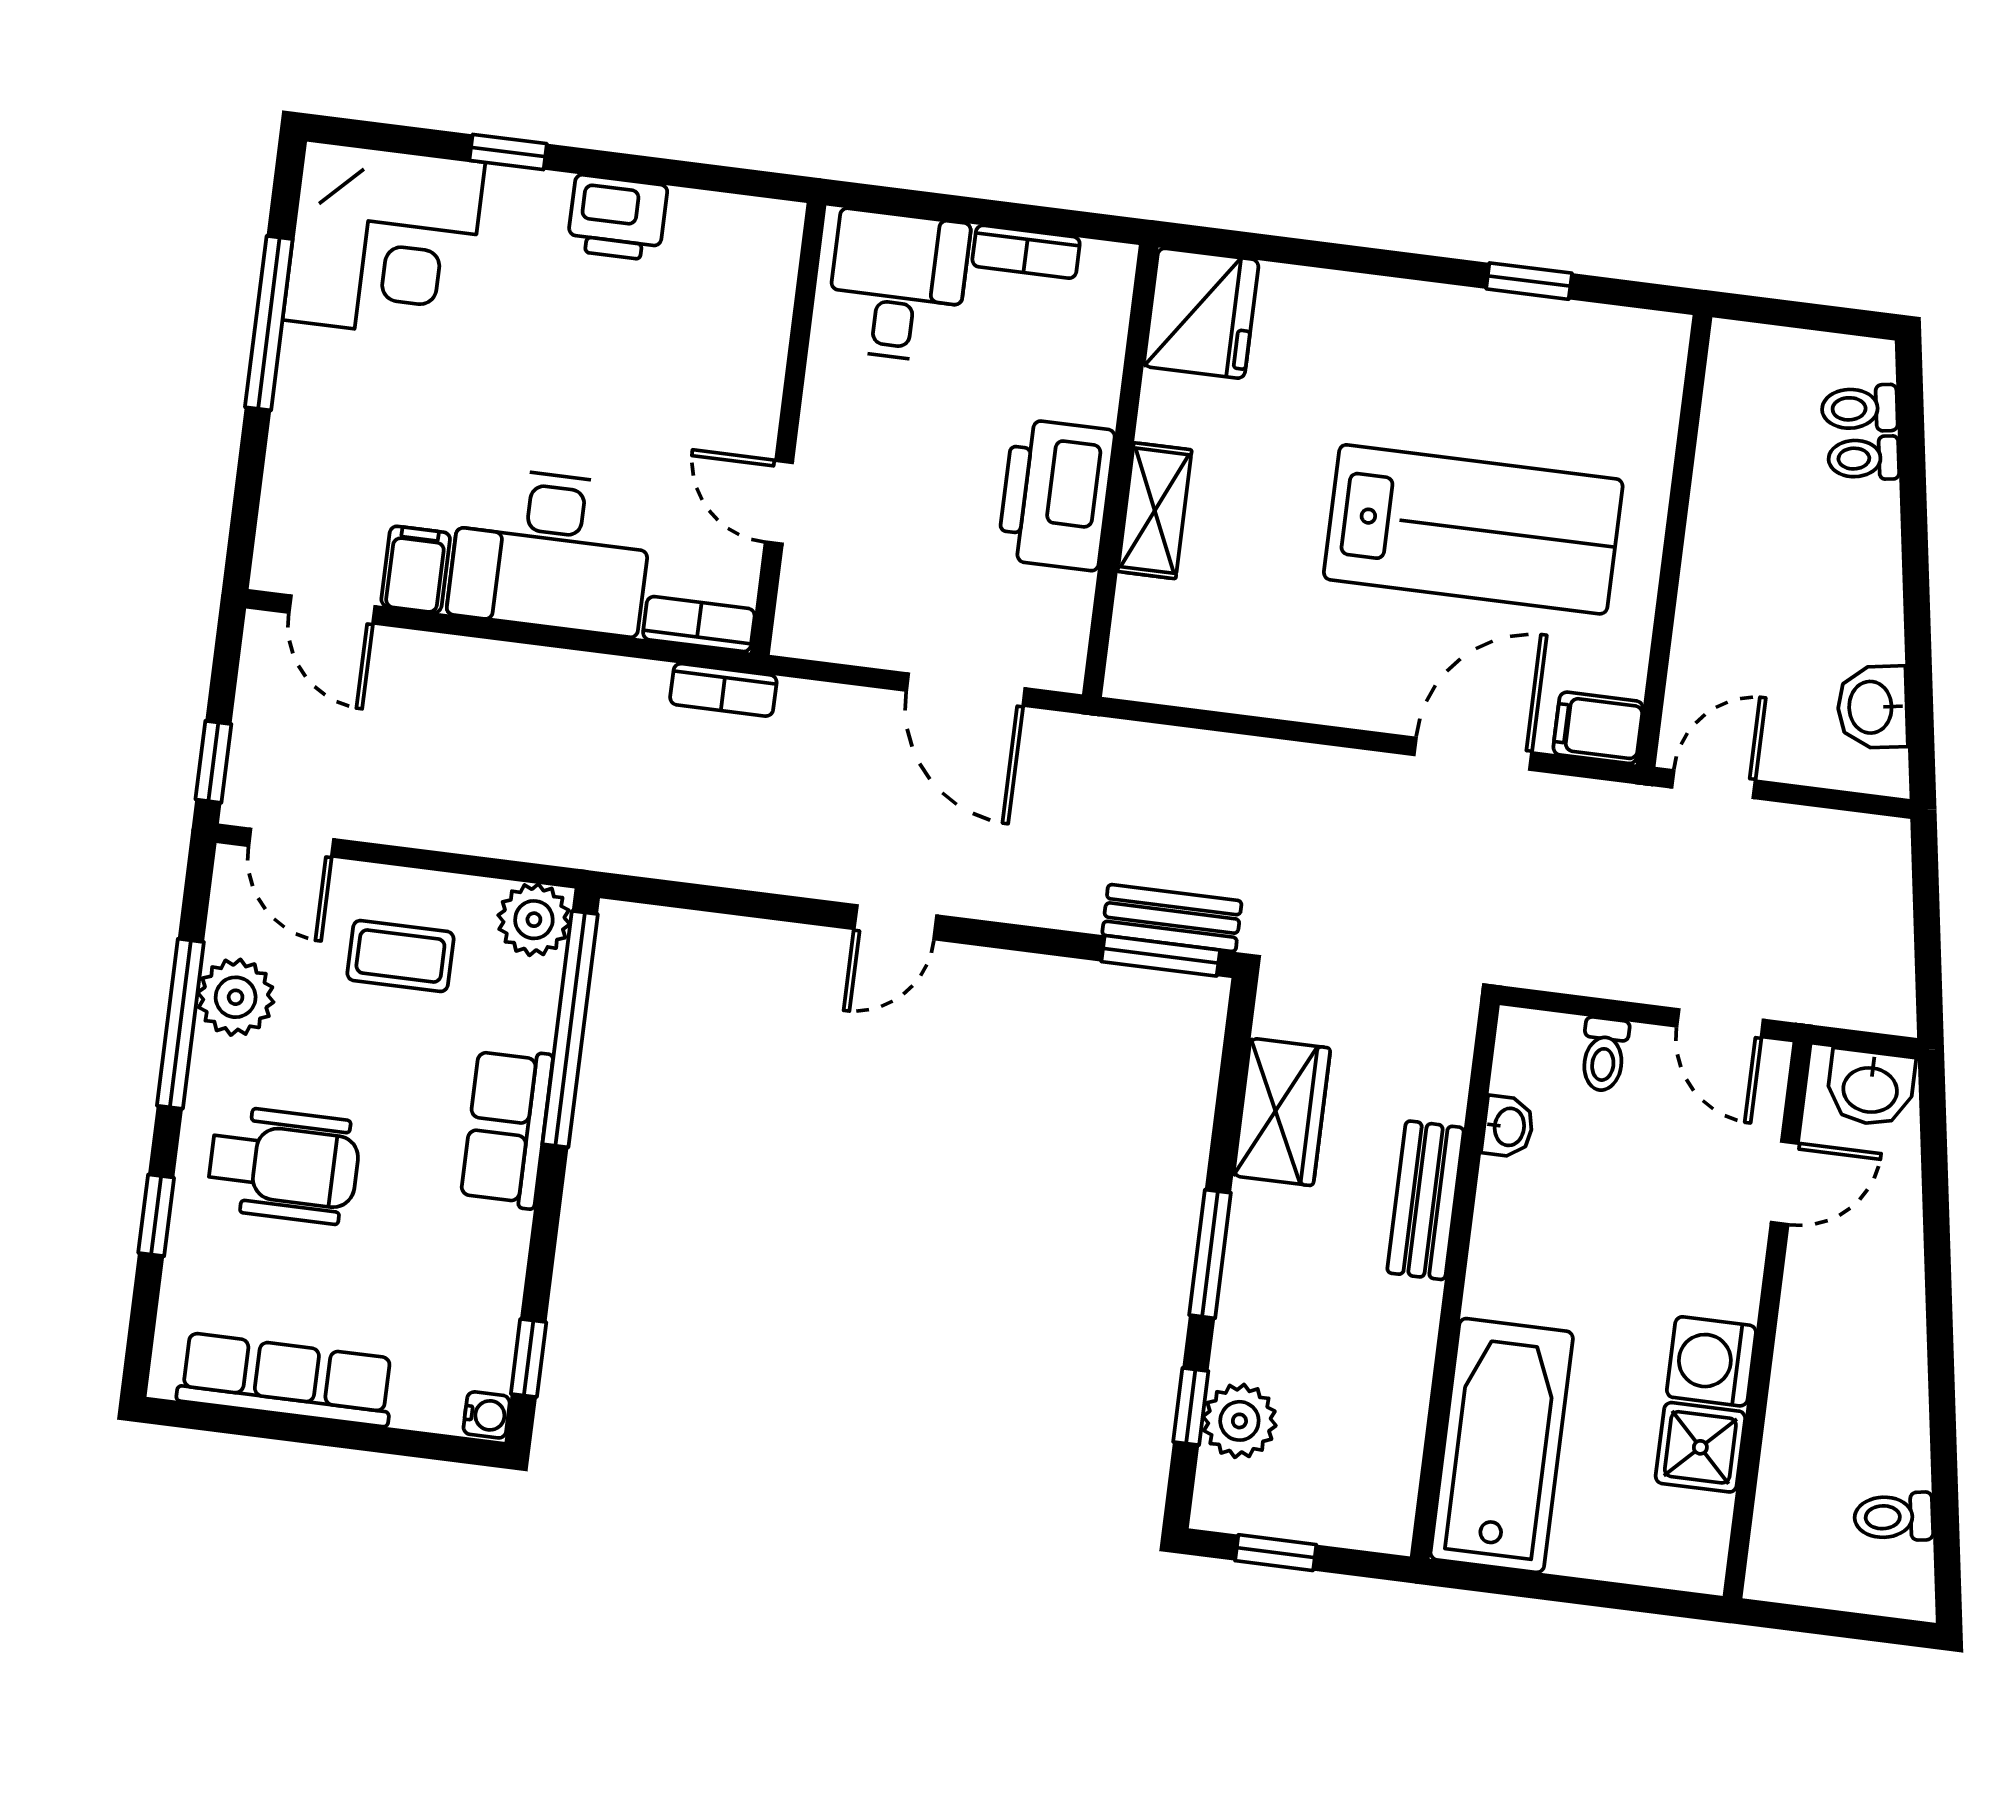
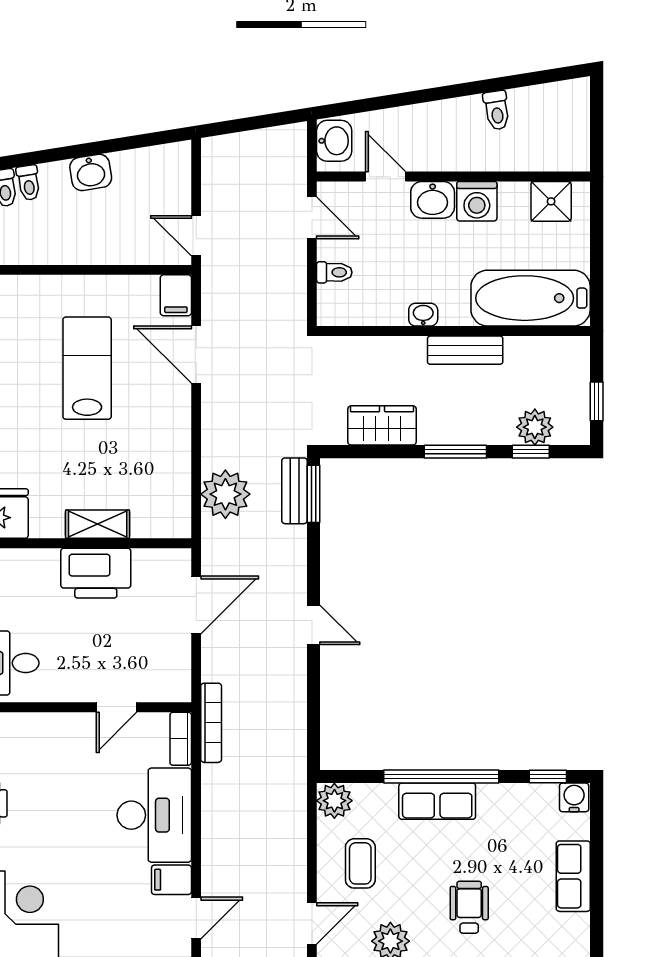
lab bench: (1473, 529) -> (87, 368), width x0.73, depth x0.72
bookcase: (723, 690) -> (211, 723), width x1.56
washbasin: (1872, 707) -> (91, 172), moved
plant: (1183, 777) -> (225, 494), added
door: (1720, 1023) -> (312, 218), hinge flipped
window: (570, 1029) -> (441, 776), moved
washbasin: (1508, 1127) -> (423, 315), moved
wheelchair: (284, 1165) -> (469, 907), width x0.73, depth x0.73
bench: (1426, 1200) -> (465, 350), moved
washbasin: (1726, 1272) -> (433, 200), added
row of seats: (286, 1380) -> (573, 876), width x0.68
water cooler: (487, 1415) -> (574, 797), width x1.38, depth x1.38
shower: (1700, 1447) -> (551, 201), moved
toilet: (1894, 1517) -> (497, 110), moved

